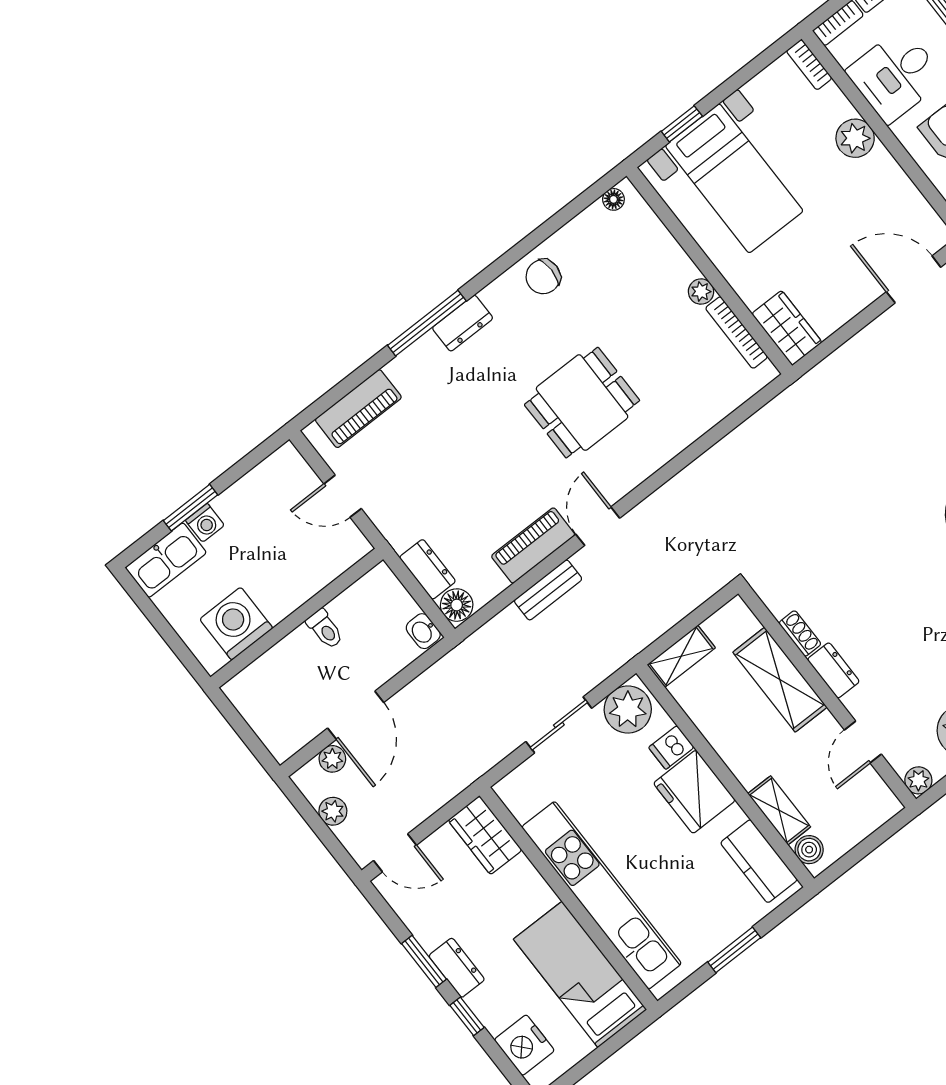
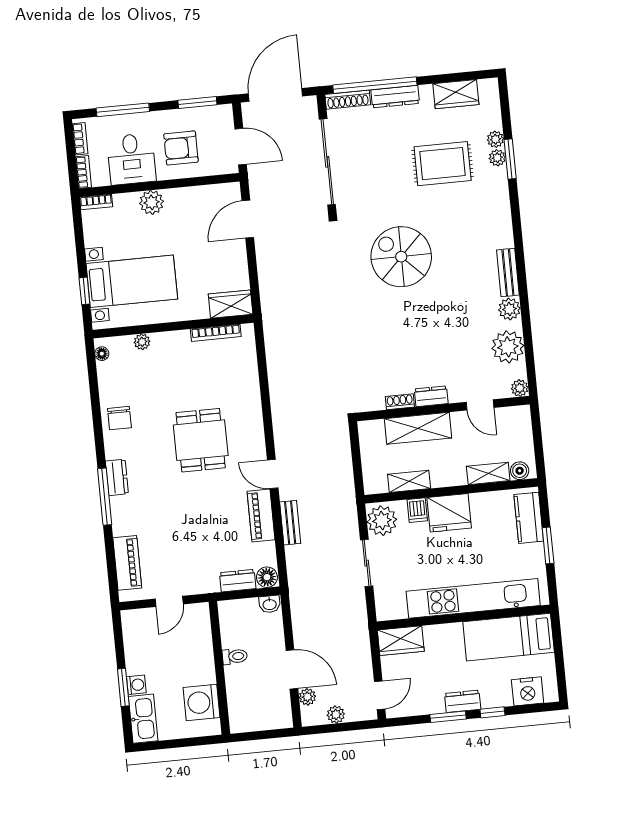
plant: (701, 292) -> (142, 342), moved
shelving: (681, 656) -> (409, 481), moved, turned 90
kitchen counter: (759, 861) -> (529, 518), moved, turned 90

